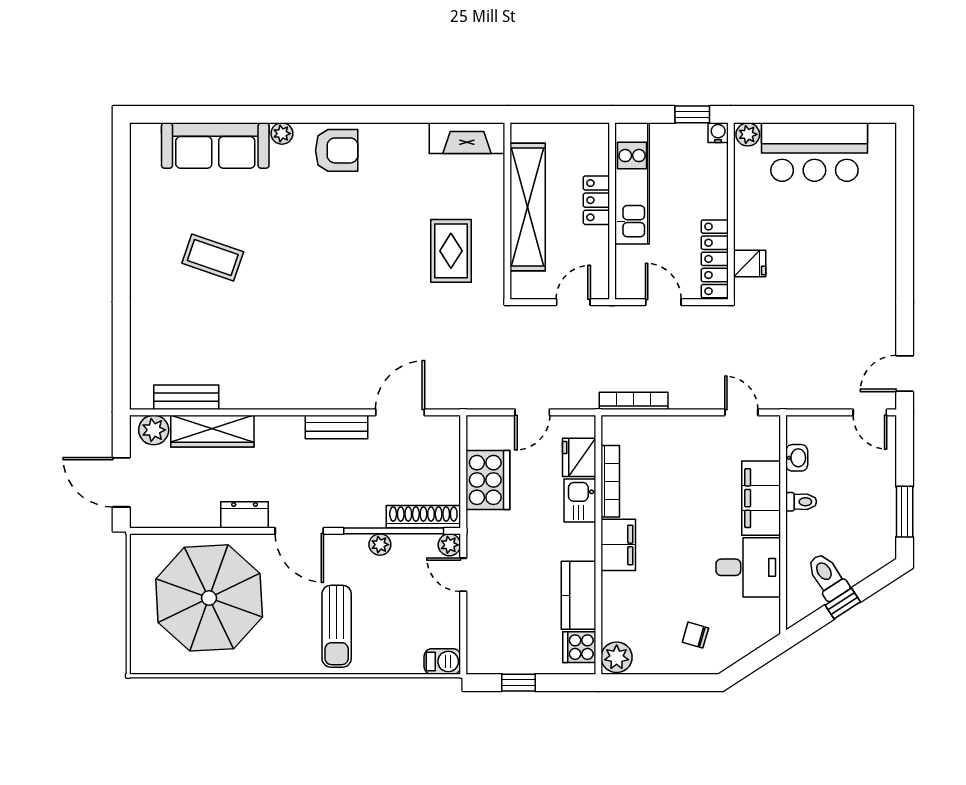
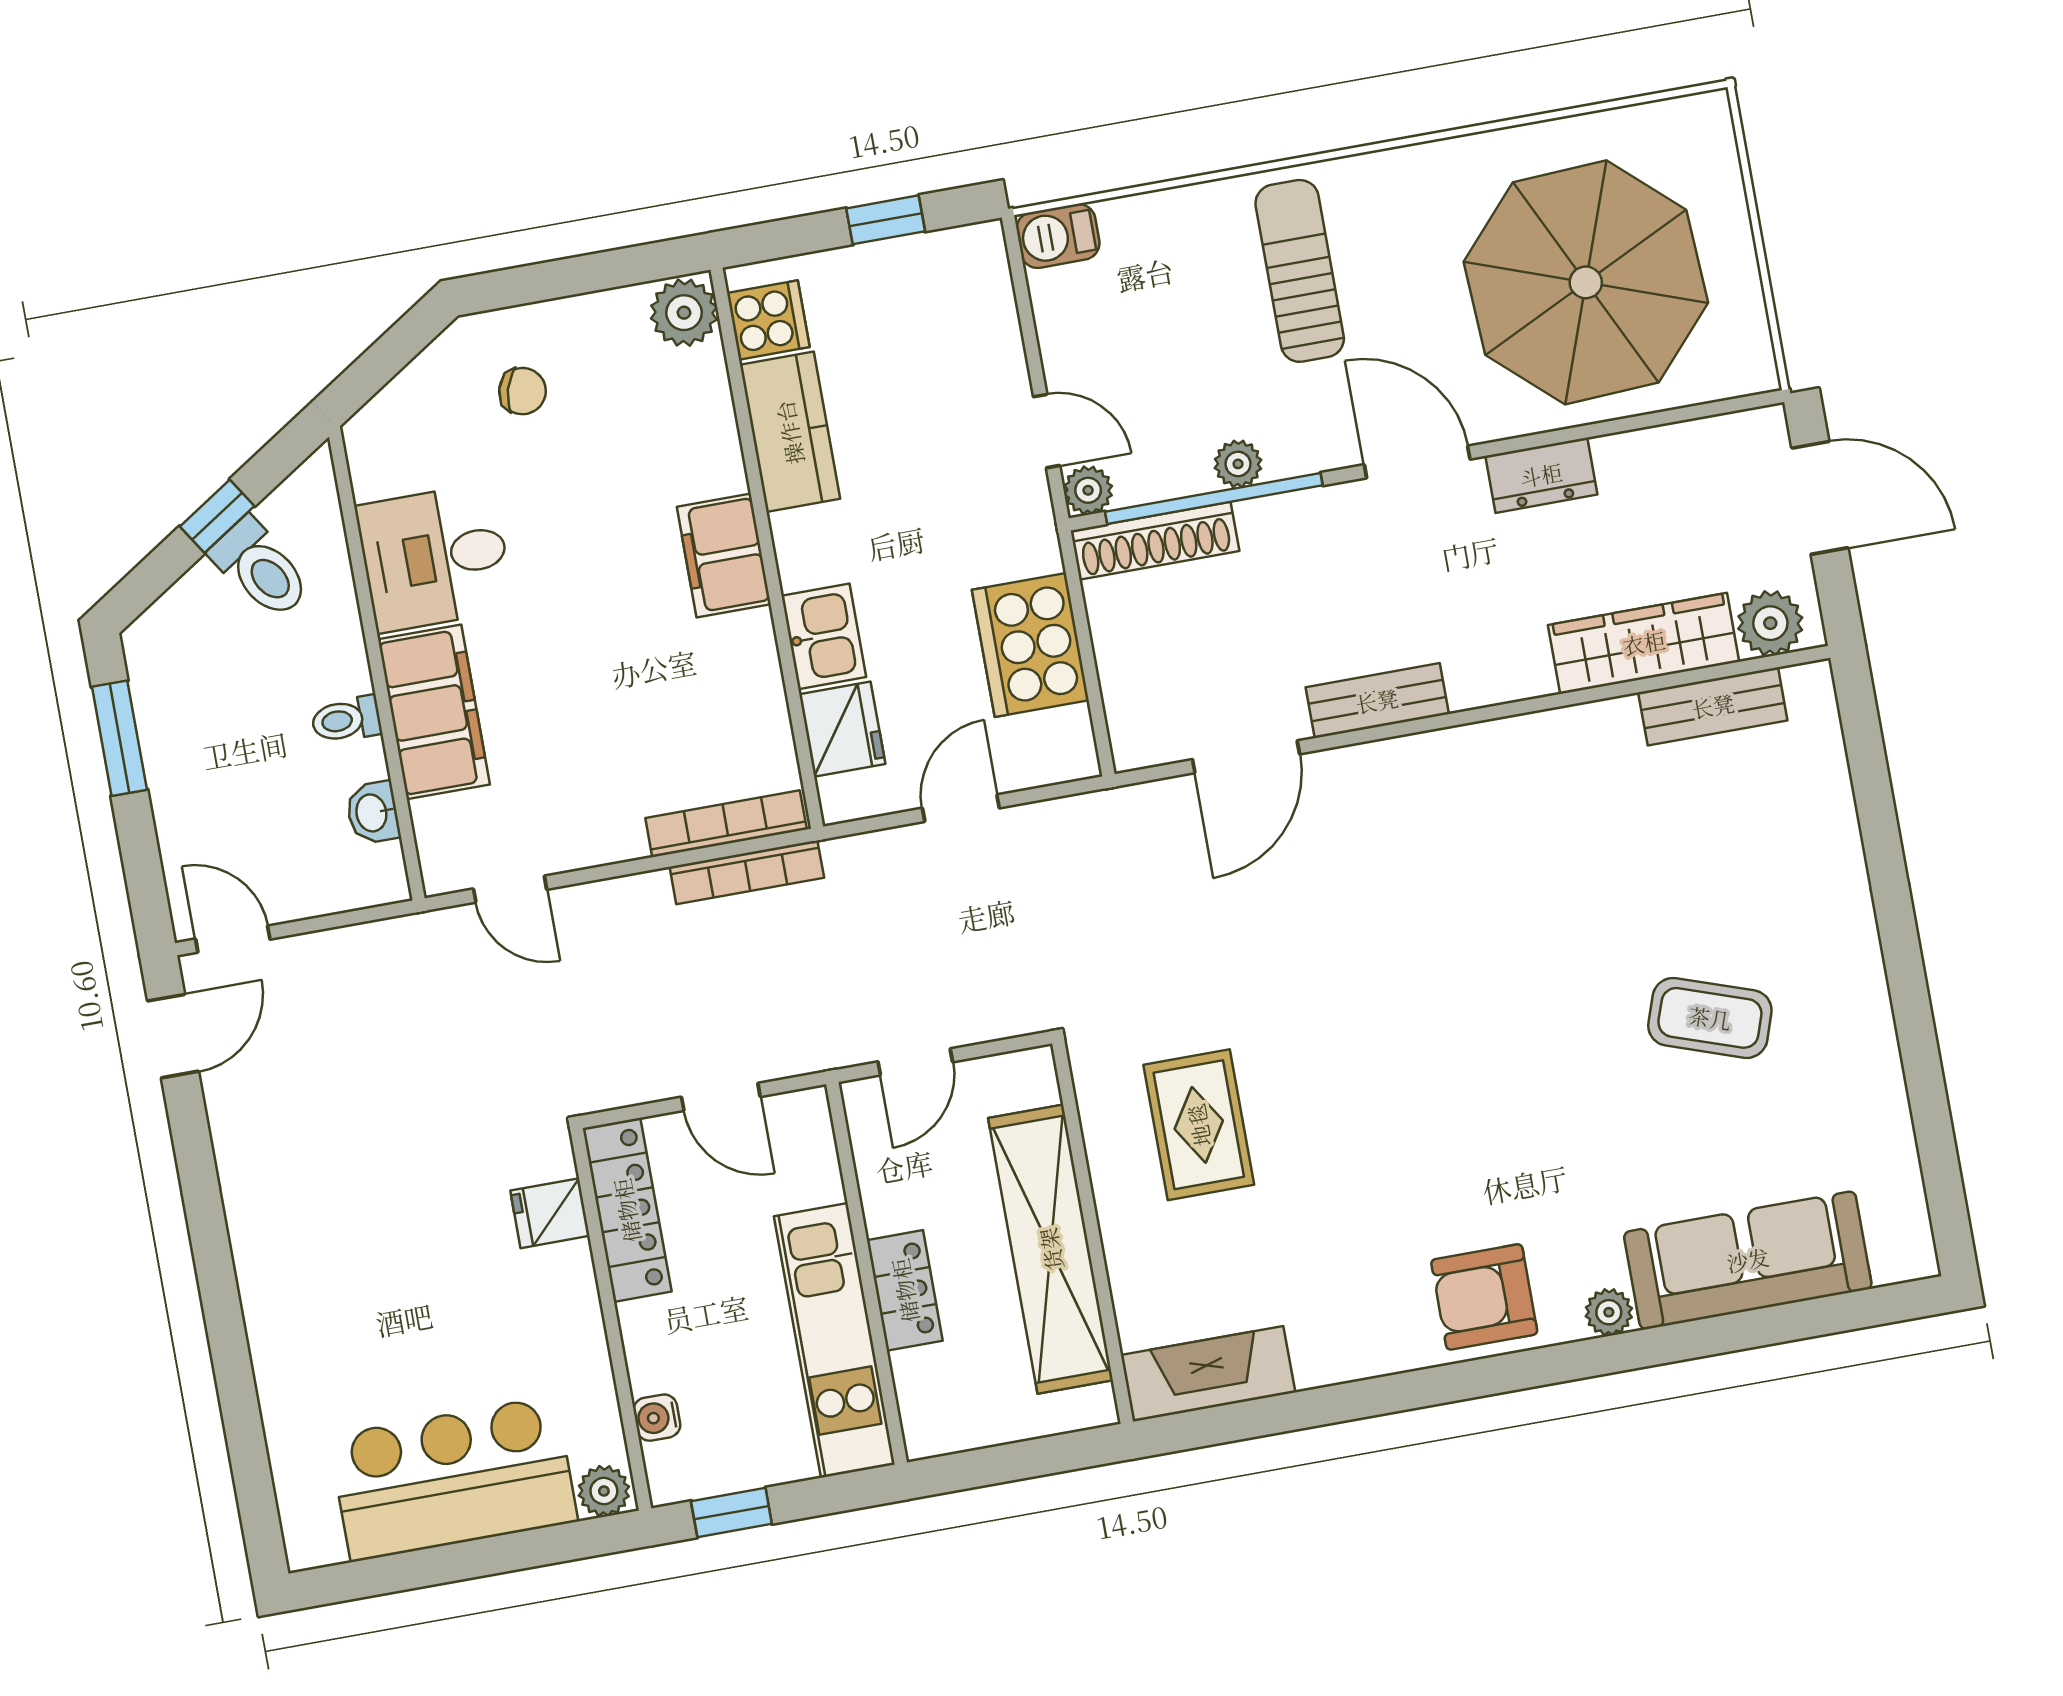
water cooler: (718, 133) -> (657, 1418), moved, turned 90
bookcase: (610, 481) -> (726, 824), moved, turned 90

